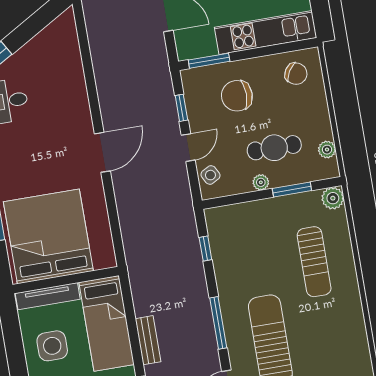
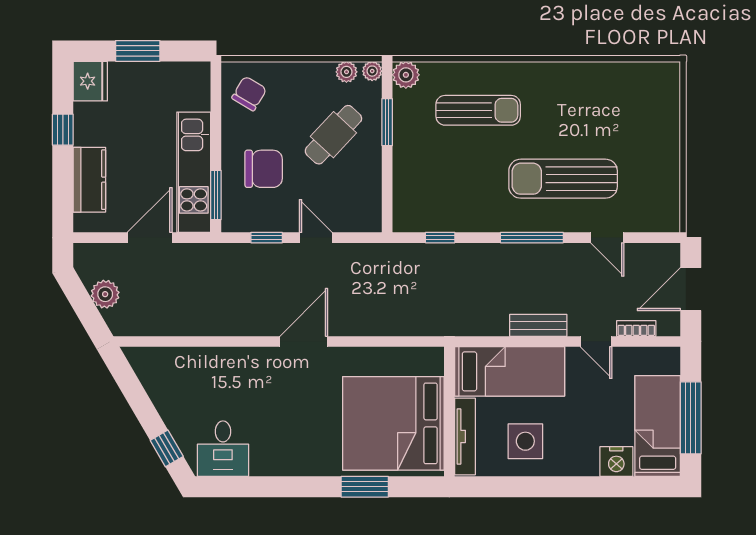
kitchen unit: (266, 33) -> (194, 172), moved
chair: (237, 96) -> (264, 169), turned -90
cafe table: (274, 148) -> (333, 135), turned 43
door: (102, 152) -> (304, 341), hinge flipped
side table: (210, 175) -> (353, 217), removed
plant: (261, 182) -> (372, 71), moved

